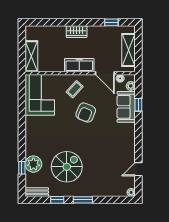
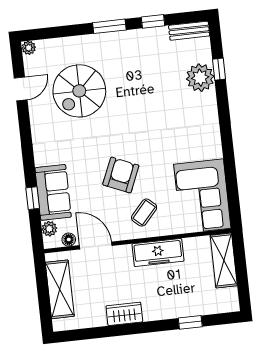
window: (111, 22) -> (190, 322), moved
wardrobe: (77, 32) -> (124, 314), moved
freezer: (79, 65) -> (158, 253), moved
spiral stairs: (67, 167) -> (79, 91), moved

